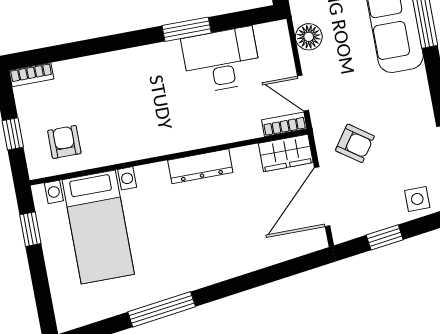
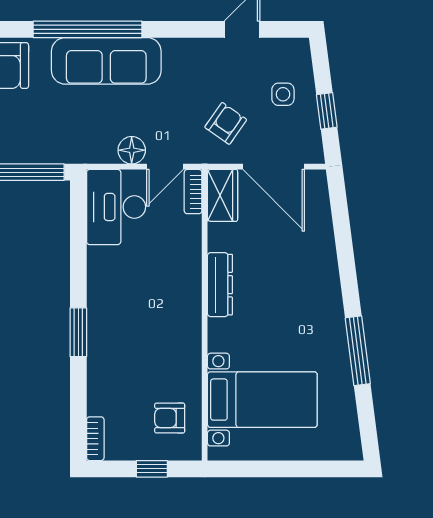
window: (187, 29) -> (78, 332), moved
floor lamp: (309, 37) -> (132, 150), moved
desk: (221, 60) -> (116, 207), moved
side table: (417, 199) -> (283, 94), moved
window: (30, 229) -> (252, 469), removed

